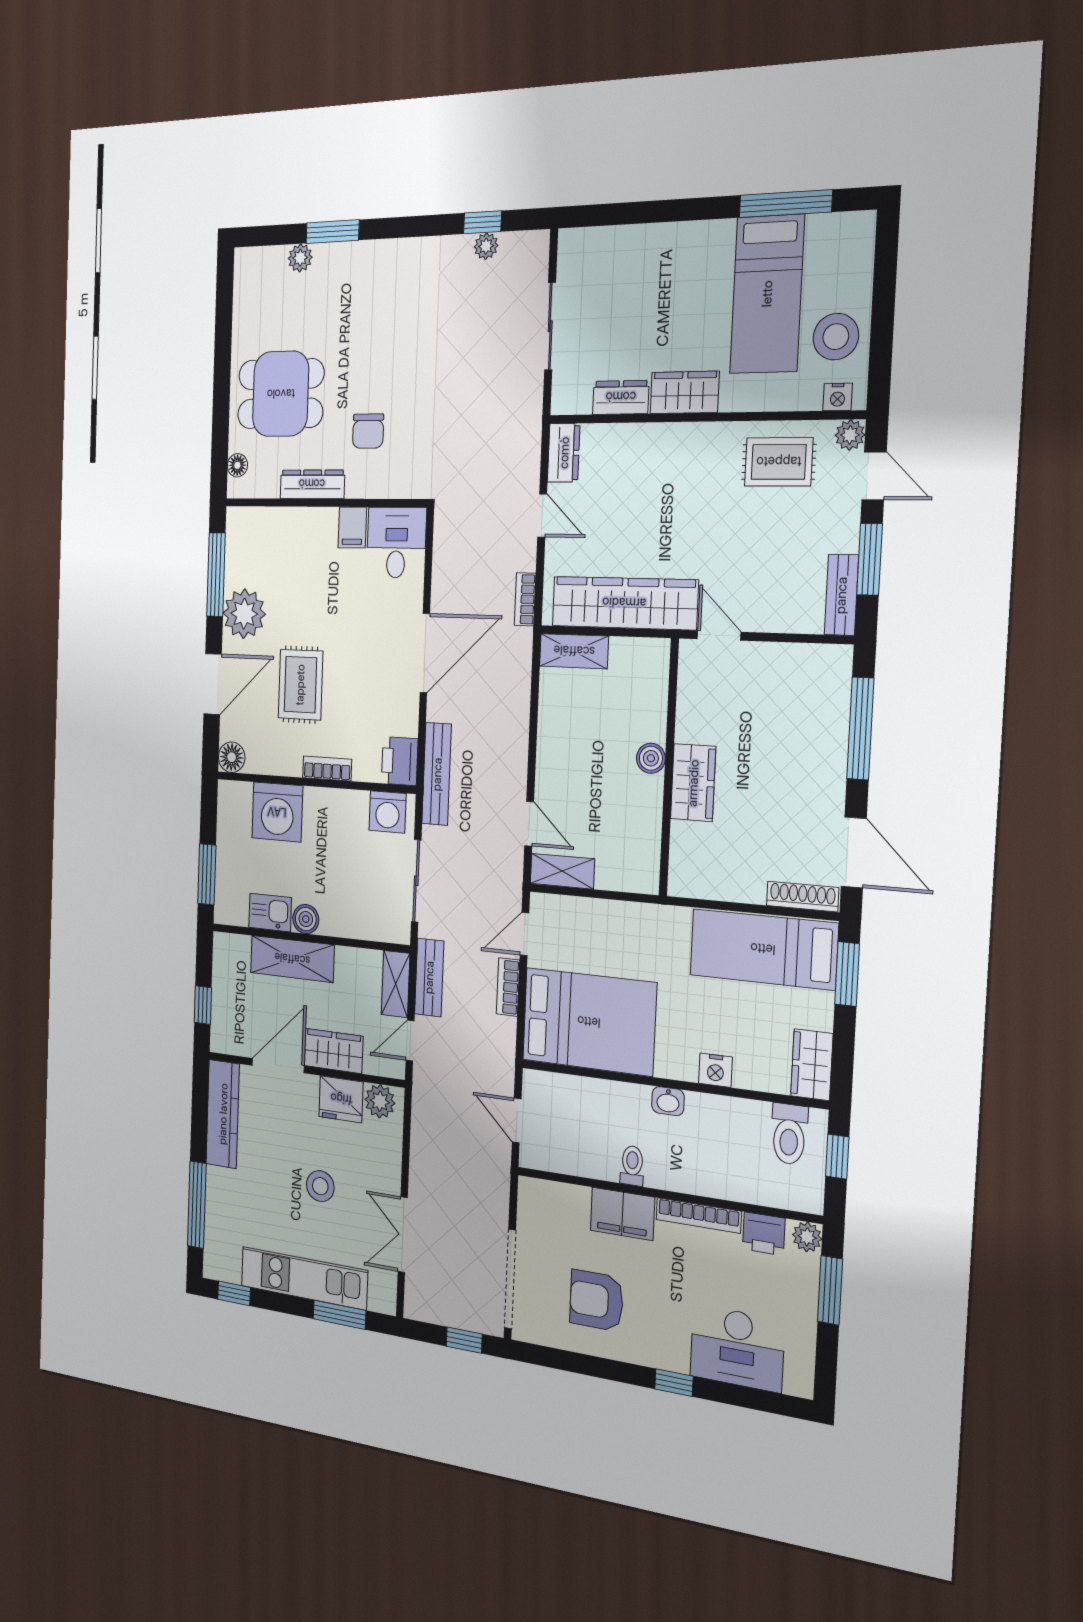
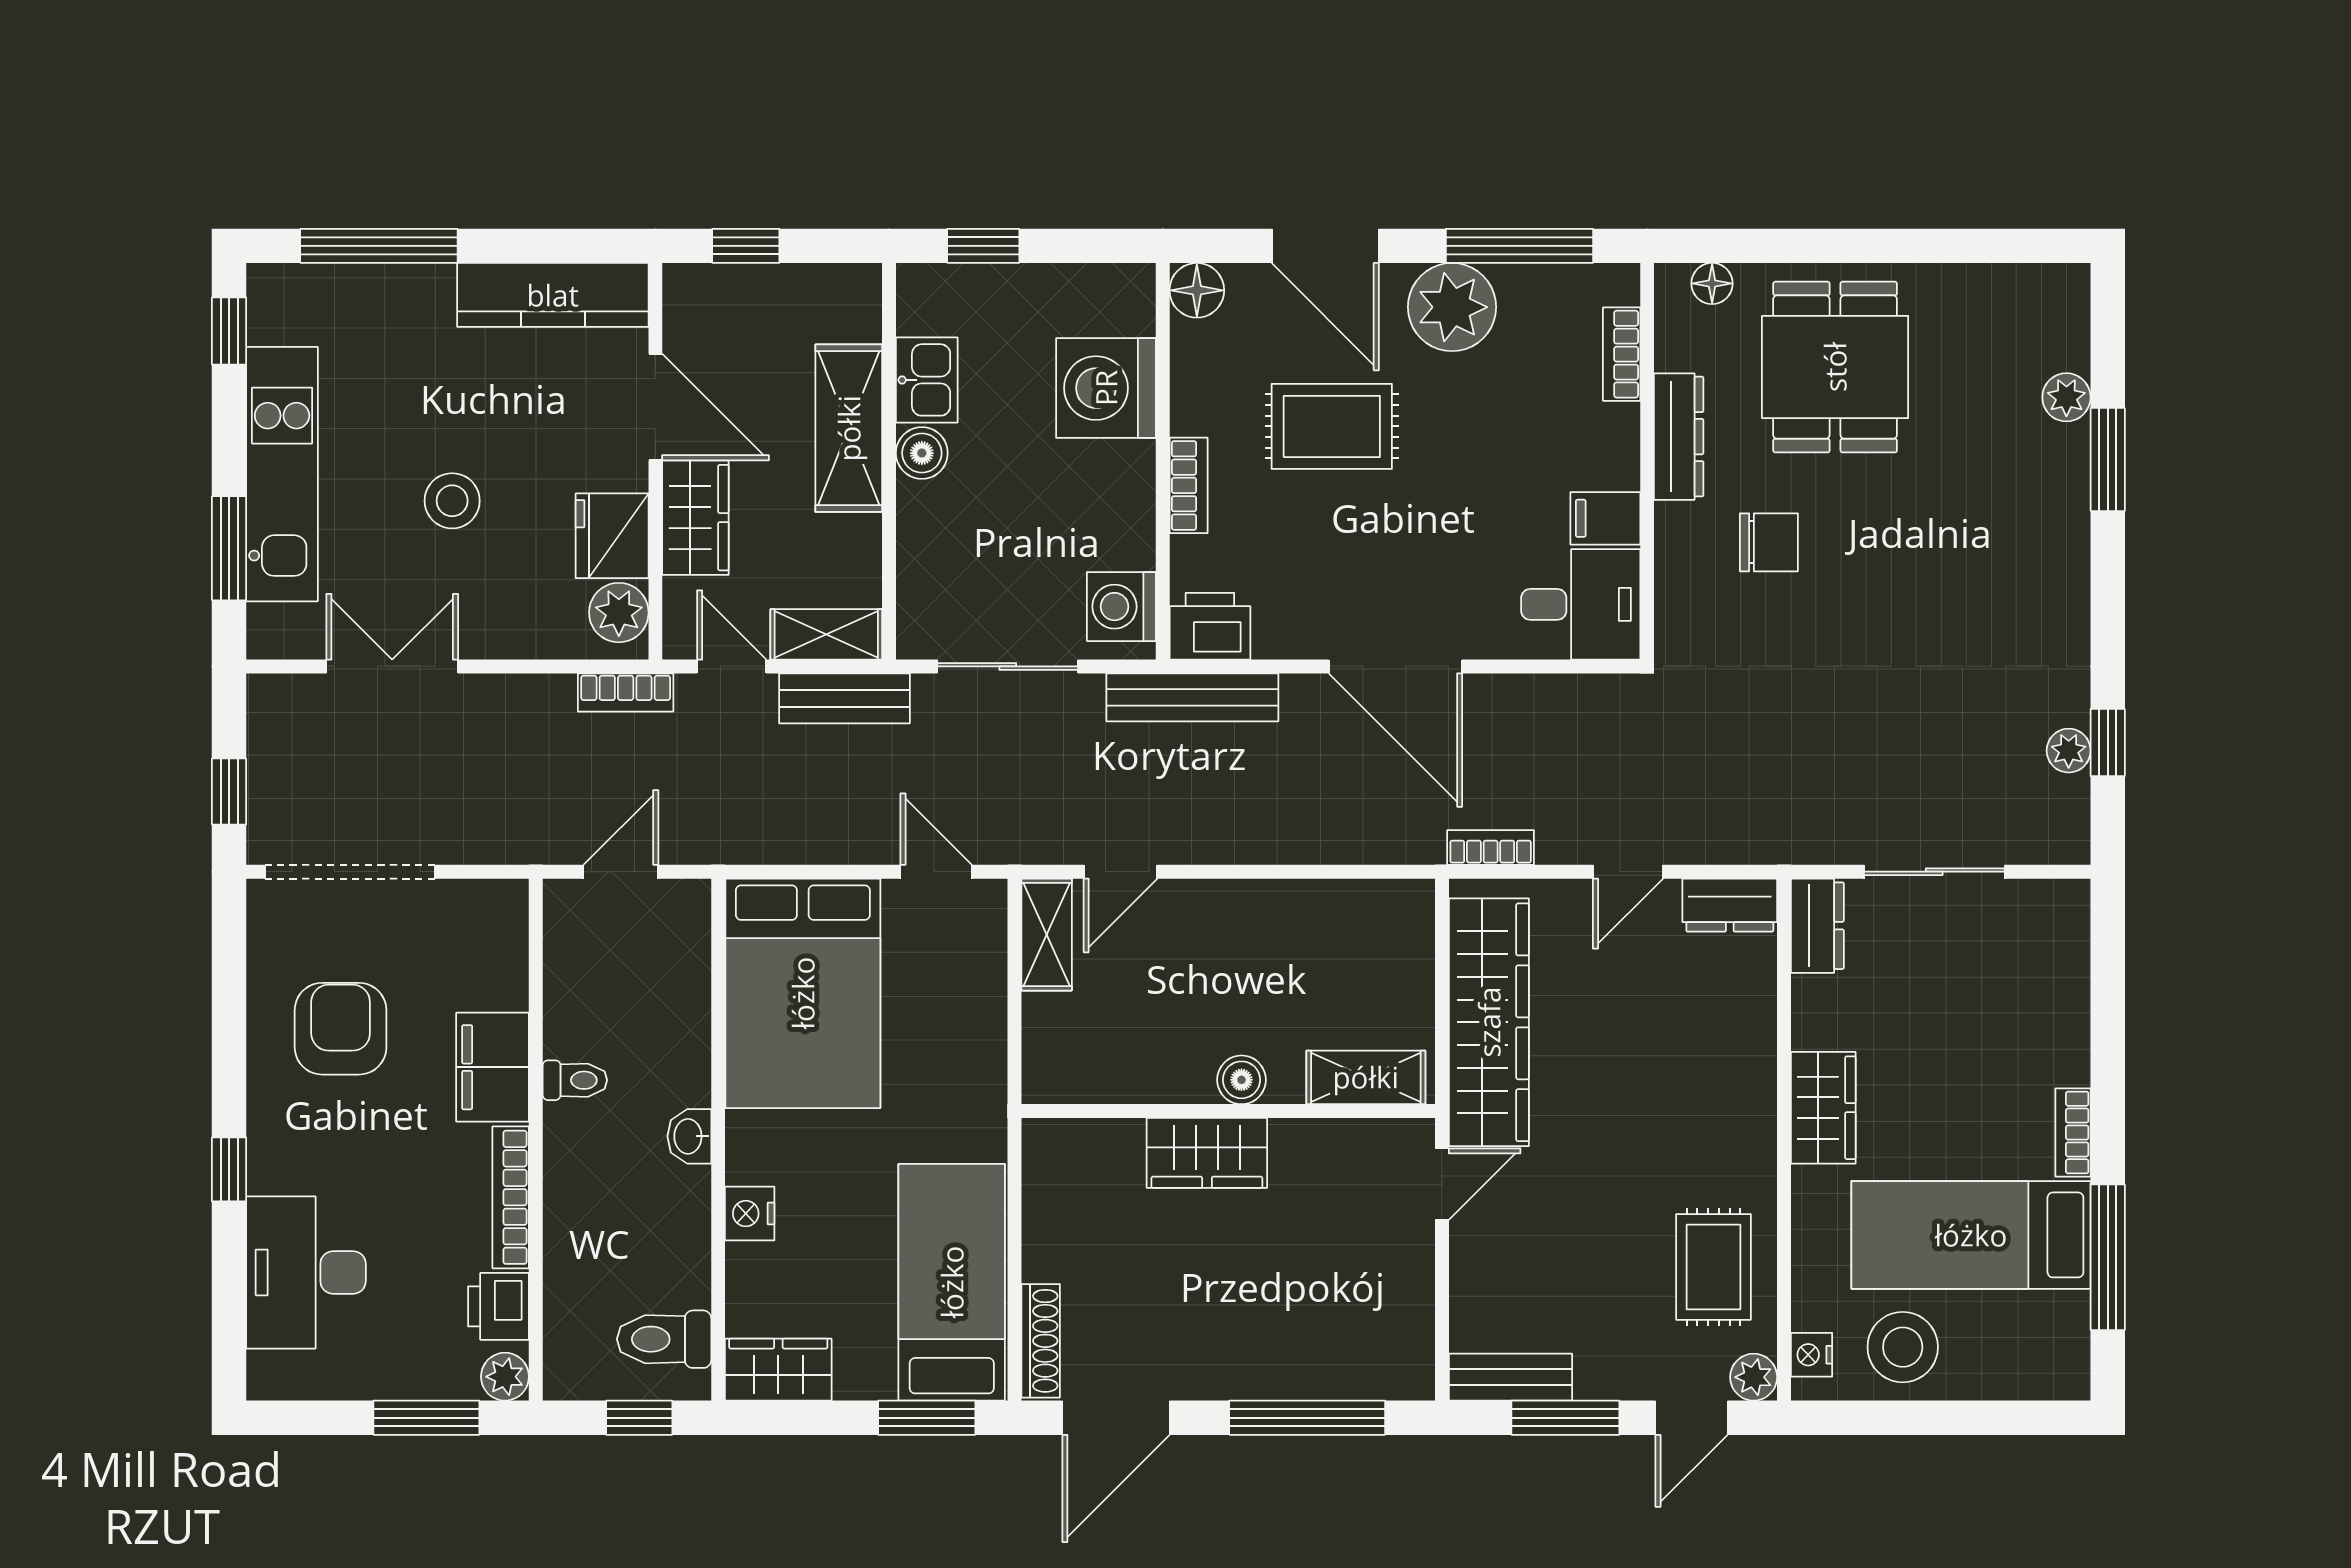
bookcase: (707, 231) -> (2073, 1133), added
dresser: (621, 397) -> (1817, 926), moved
chair: (368, 431) -> (1769, 542), turned 180
bookcase: (270, 517) -> (1622, 354), added
shelving: (574, 651) -> (1366, 1077), moved, turned 90
window: (207, 874) -> (983, 246), width x0.67
bookcase: (508, 987) -> (626, 692), moved, turned 180

